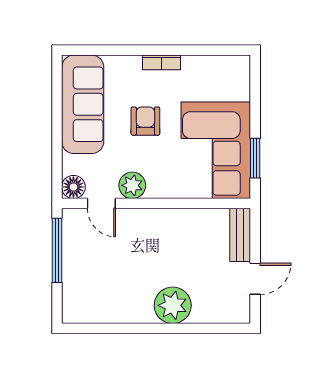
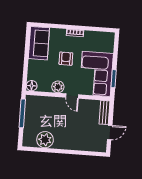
sofa: (83, 104) -> (39, 43), width x0.73
door: (101, 203) -> (72, 96), moved
plant: (173, 305) -> (45, 140), moved

